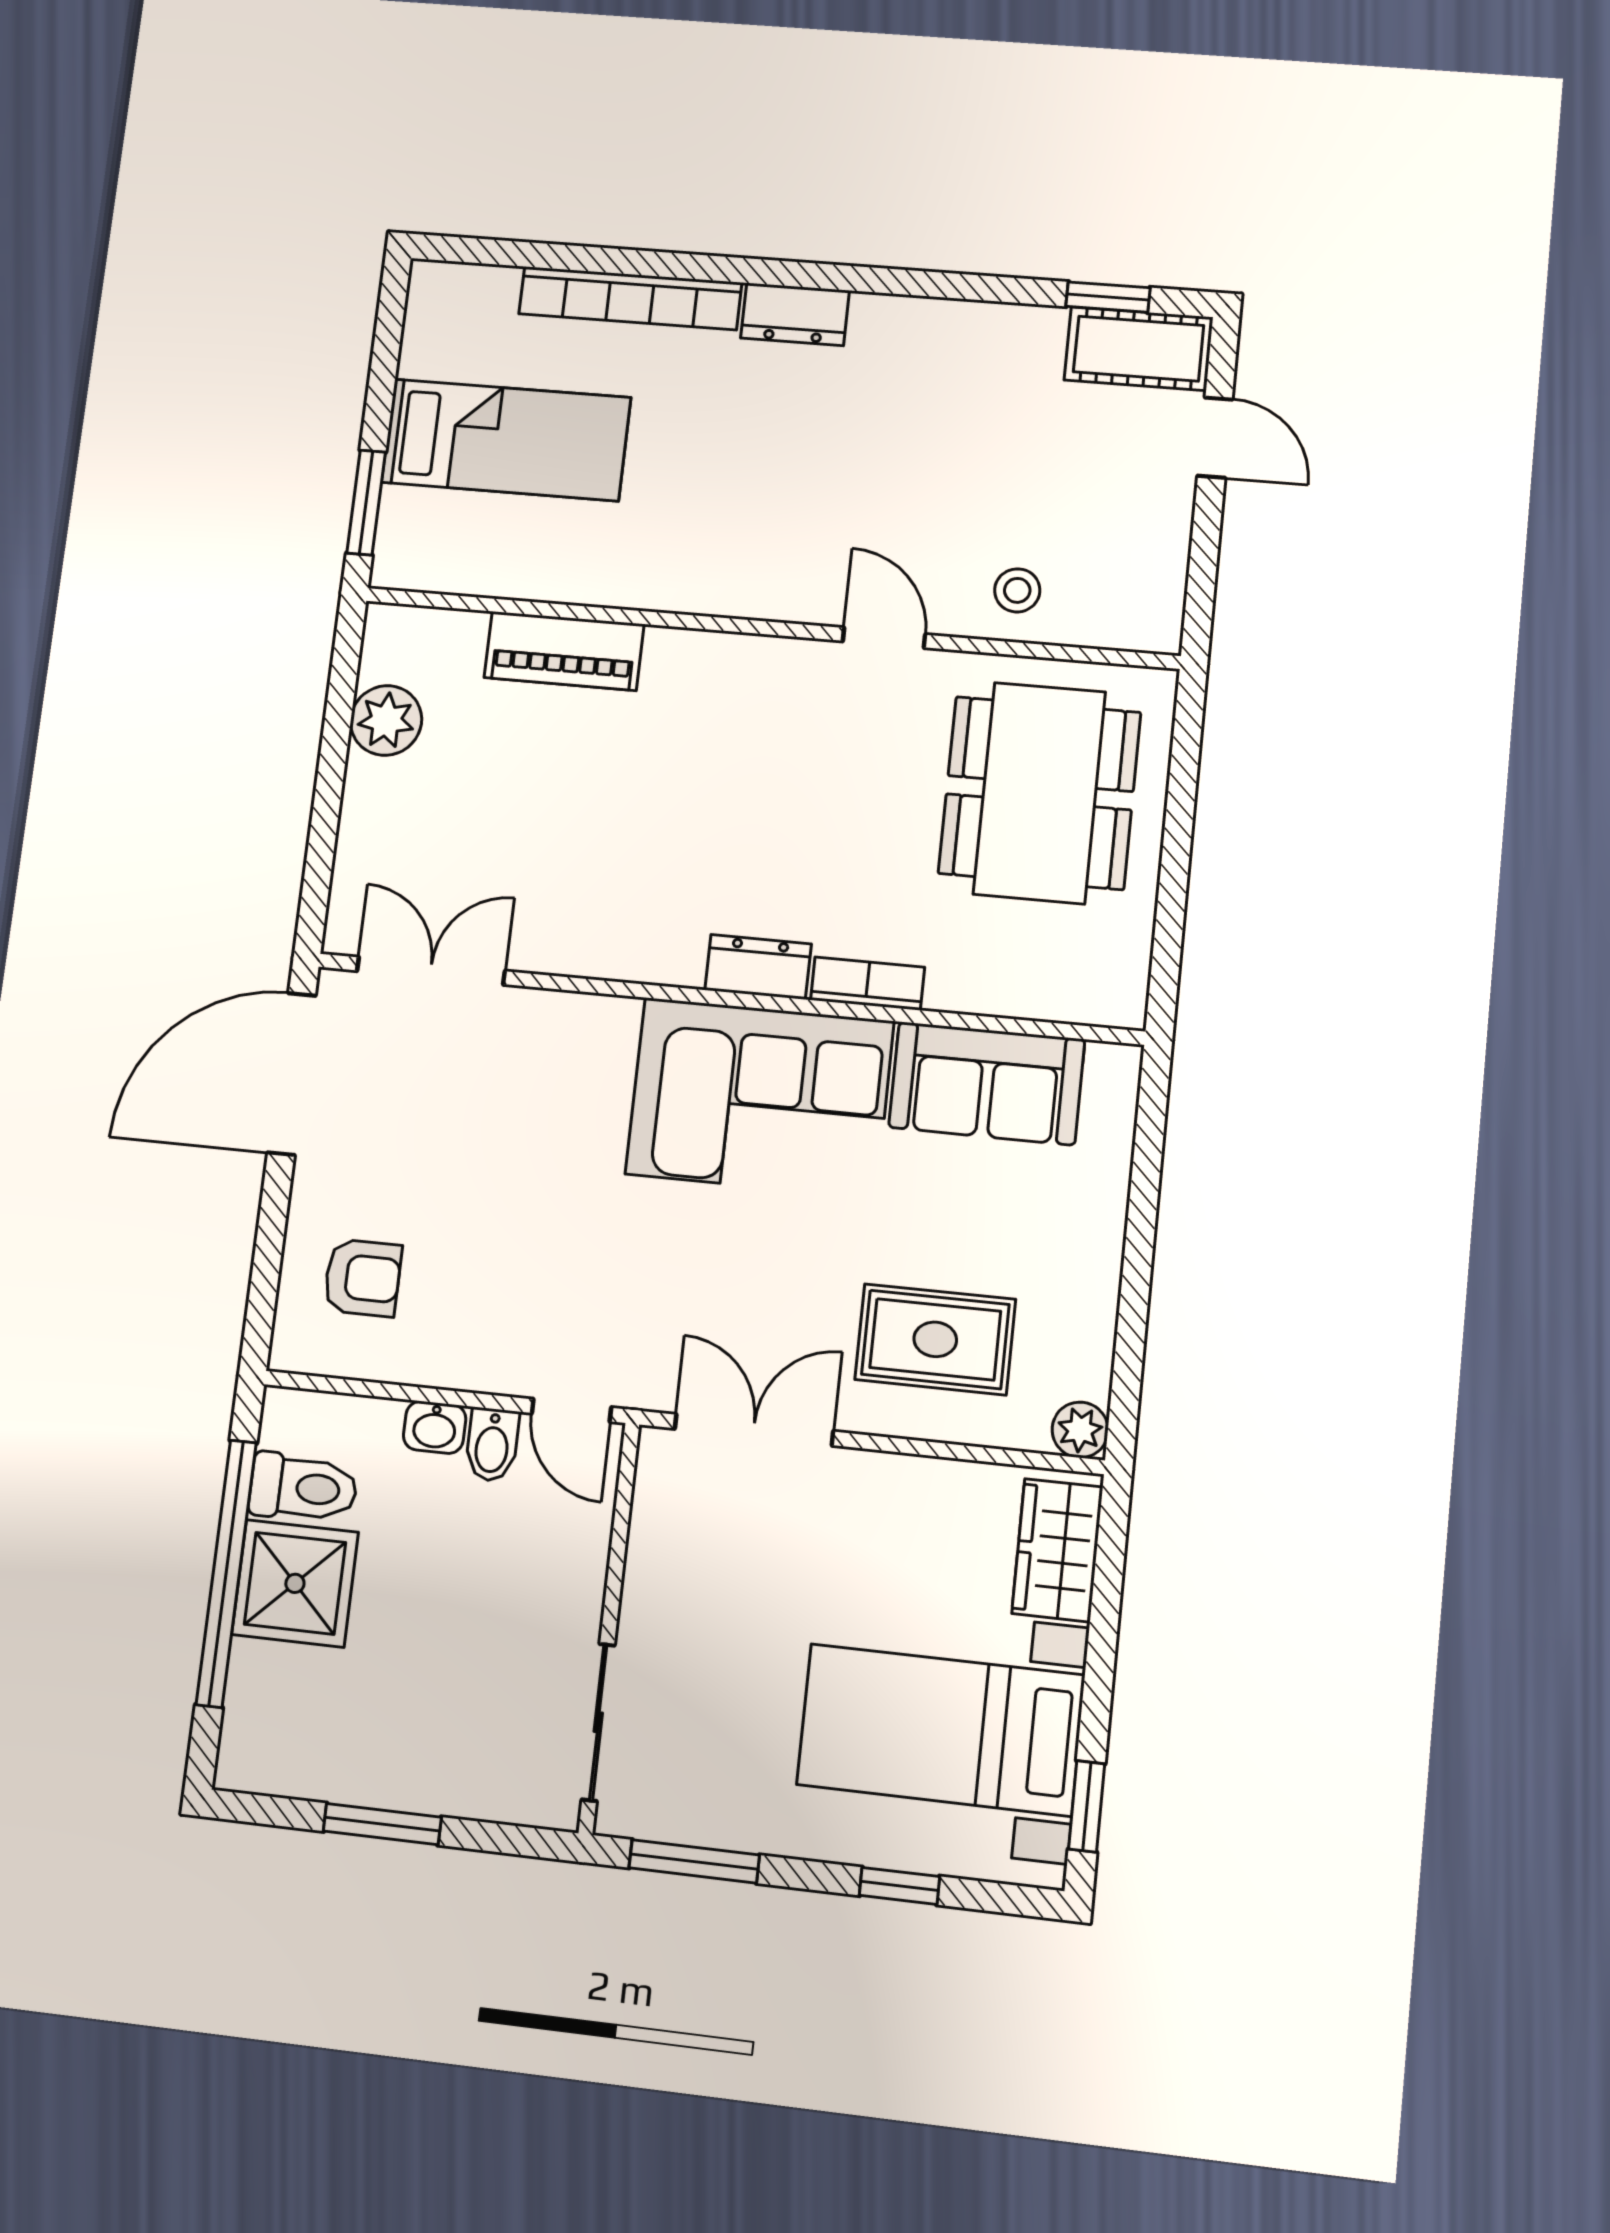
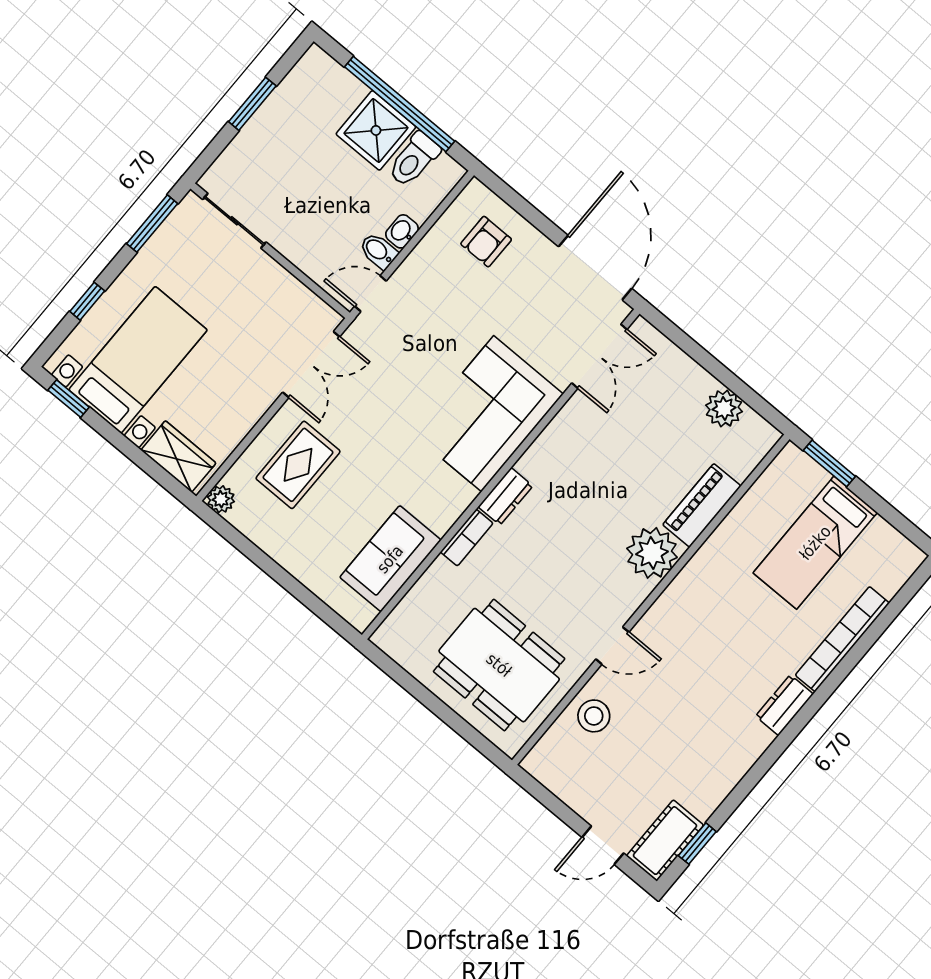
stool: (1017, 590) -> (594, 716), width x1.37, depth x1.37
plant: (693, 676) -> (652, 553), added
corner sofa: (760, 1098) -> (488, 414), moved

